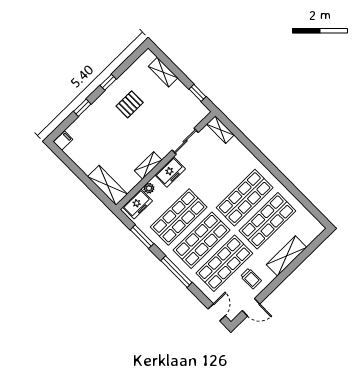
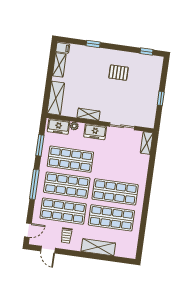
shelving: (163, 72) -> (59, 65), moved
window: (108, 82) -> (147, 51), moved
window: (197, 93) -> (161, 98), moved

